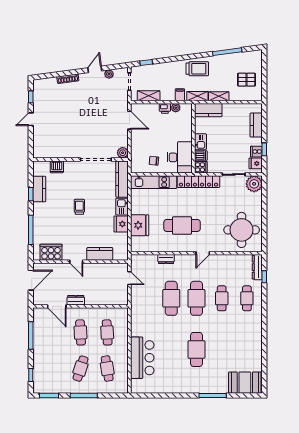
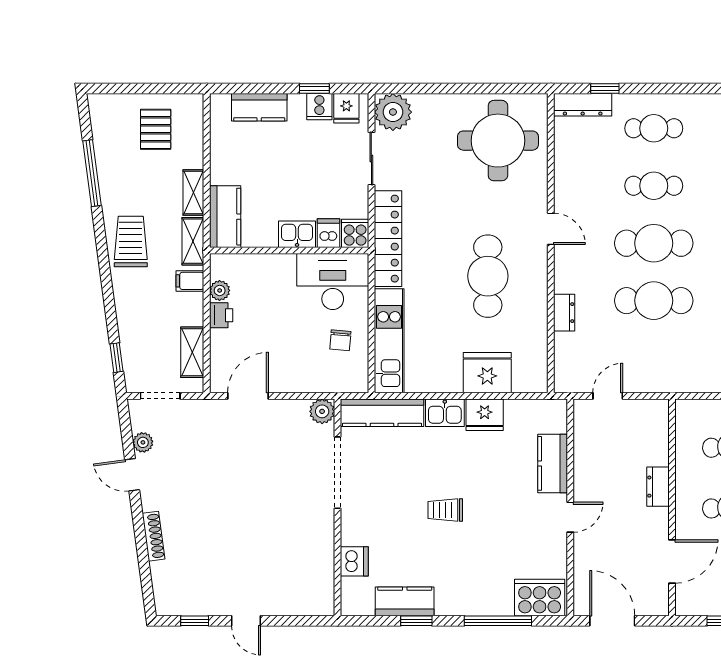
cooker: (51, 252) -> (540, 598), moved, turned 90
dresser: (76, 300) -> (658, 487), moved

